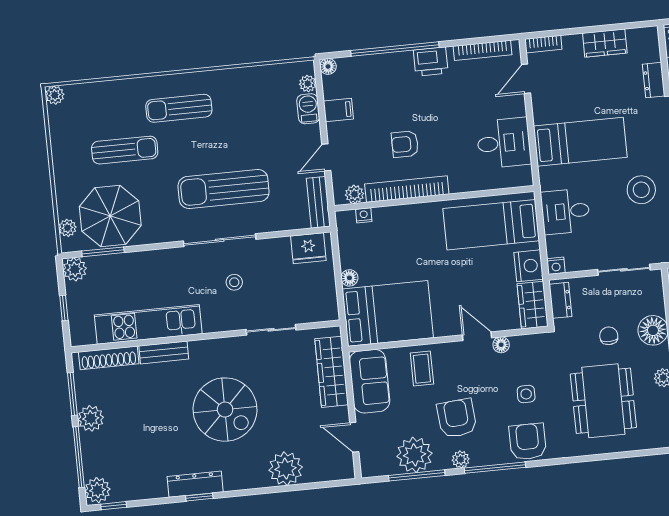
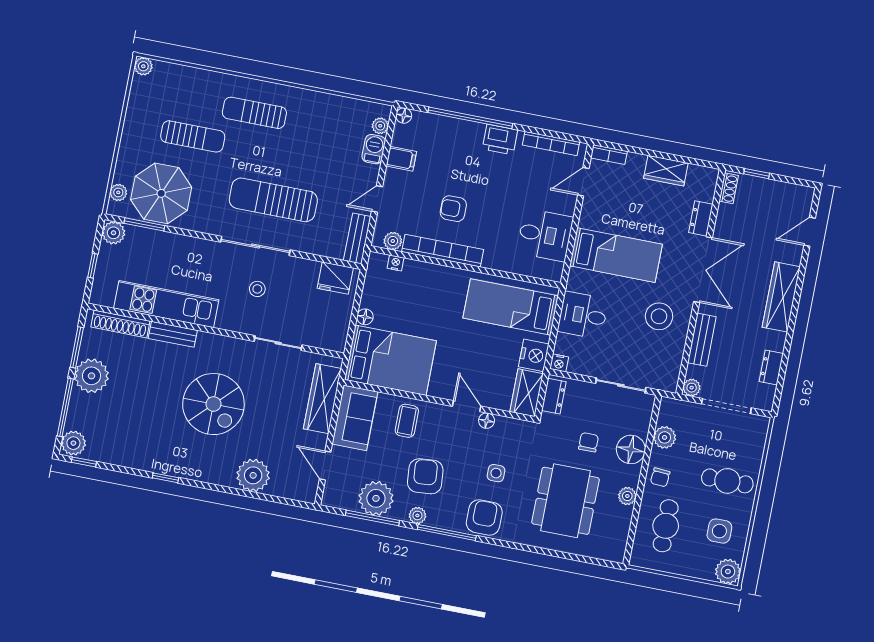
plant: (91, 418) -> (91, 376), width x1.36, depth x1.36
dresser: (195, 484) -> (165, 465), removed

